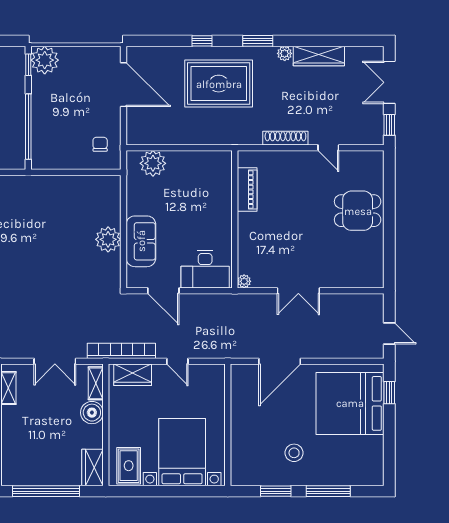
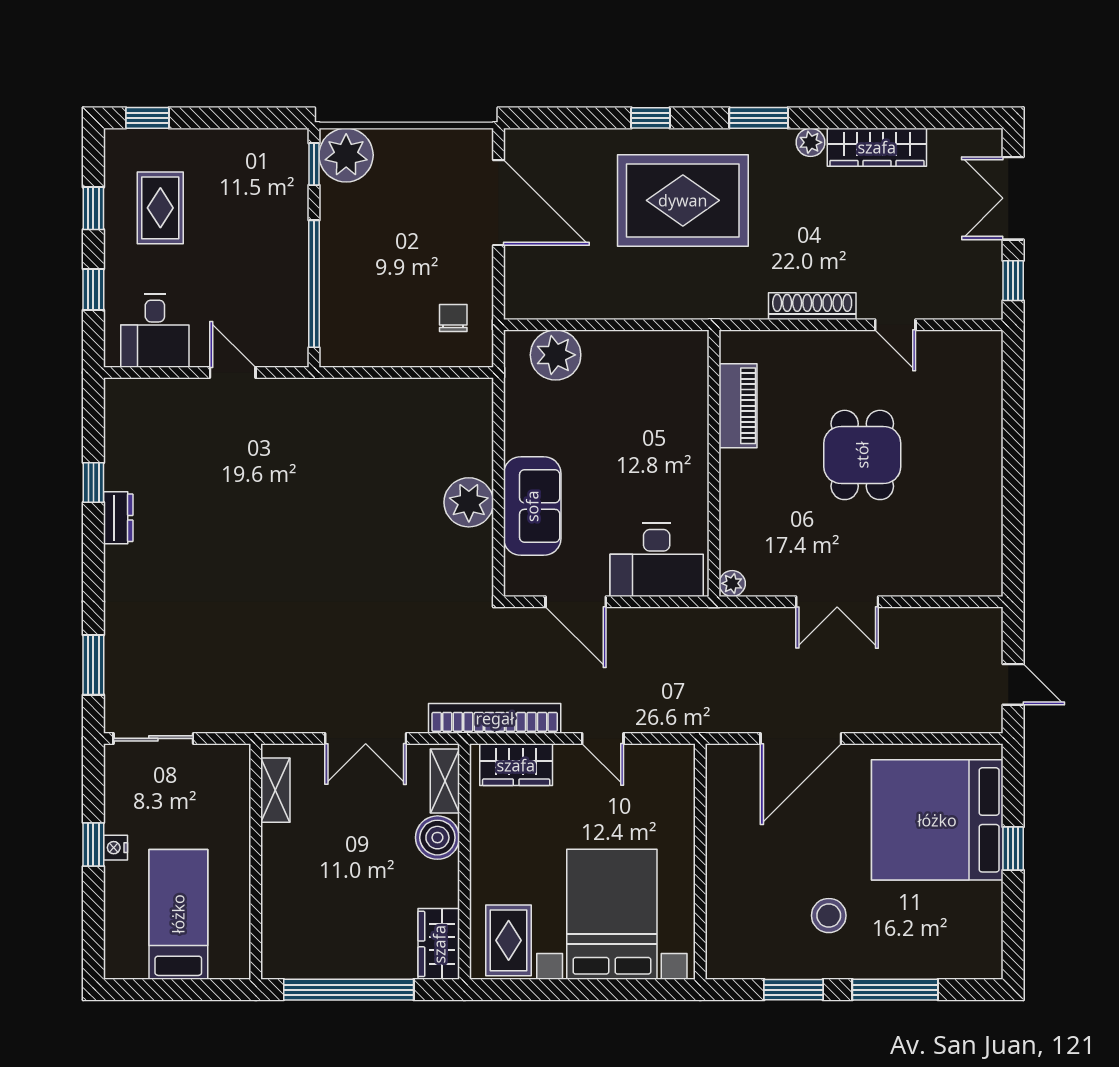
dining table: (358, 211) -> (862, 455), moved, turned 90
window: (389, 393) -> (1013, 848), moved

